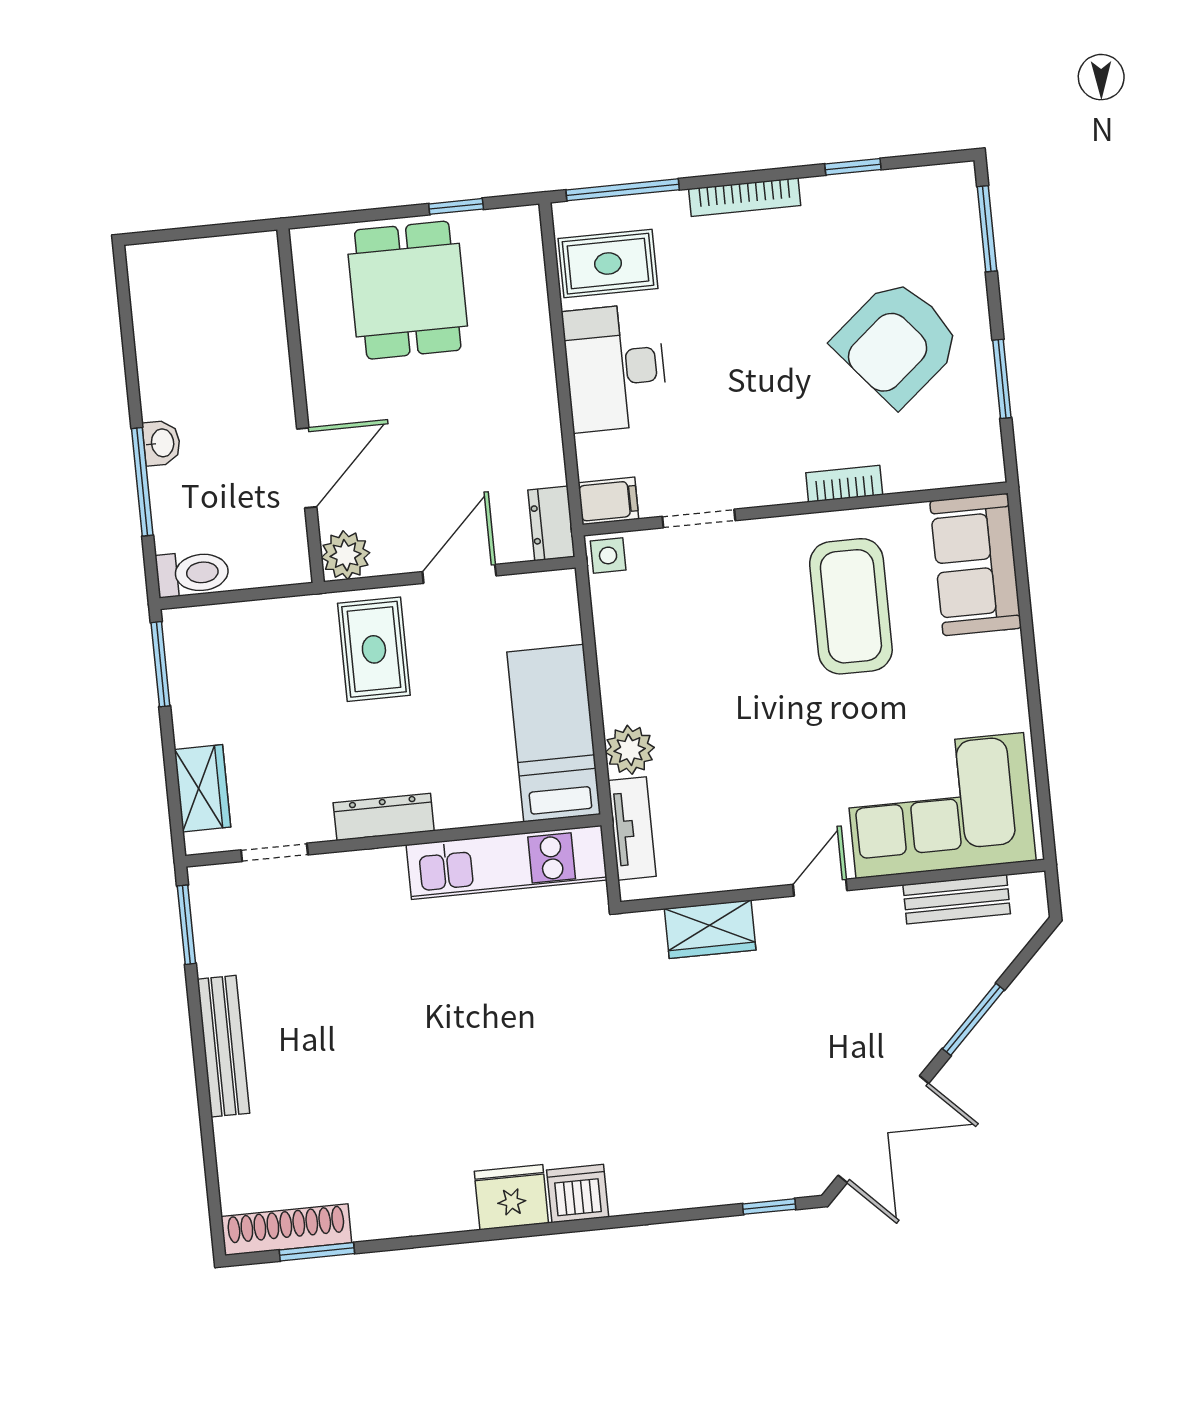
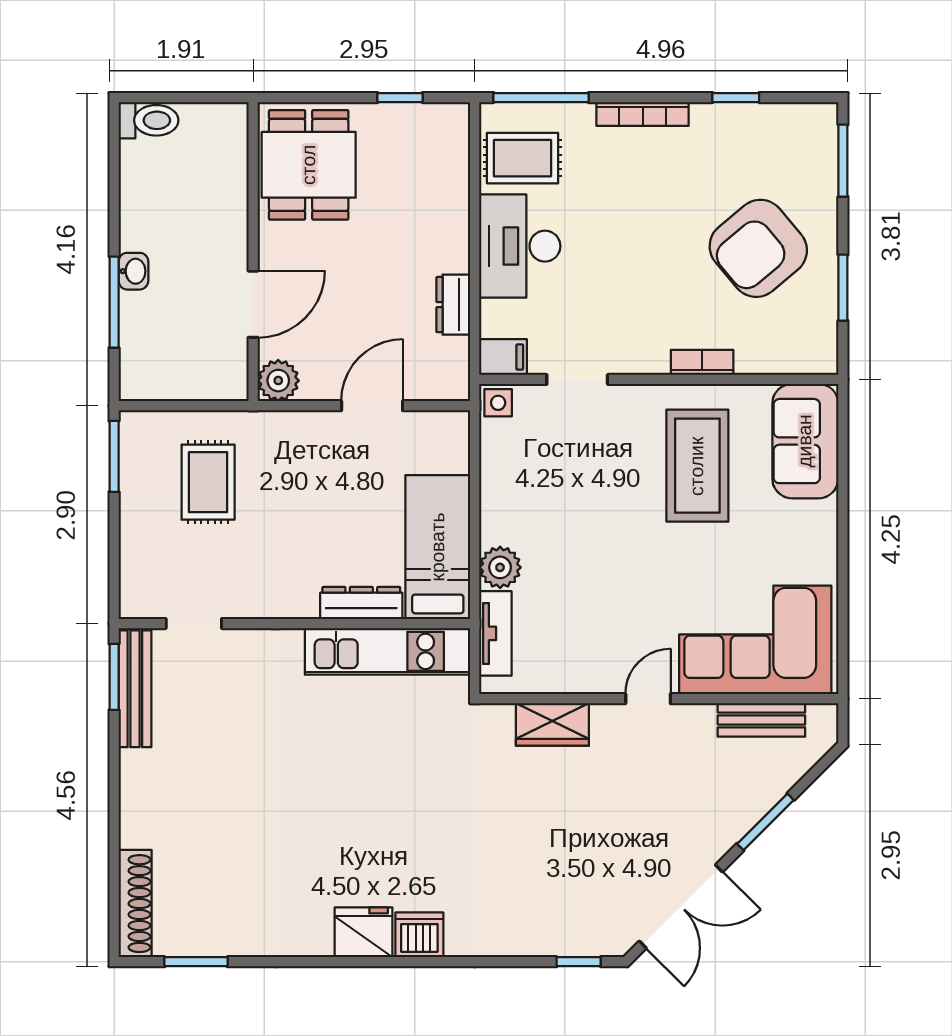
dining table: (408, 290) -> (309, 165), moved
dresser: (551, 523) -> (453, 305), moved
toilet: (193, 573) -> (149, 120), moved
rug: (374, 649) -> (208, 482), moved
wardrobe: (202, 788) -> (139, 564), removed
dresser: (384, 817) -> (361, 603), moved
bench: (223, 1046) -> (135, 689), moved
shoe rack: (286, 1230) -> (135, 904), moved, turned 90

